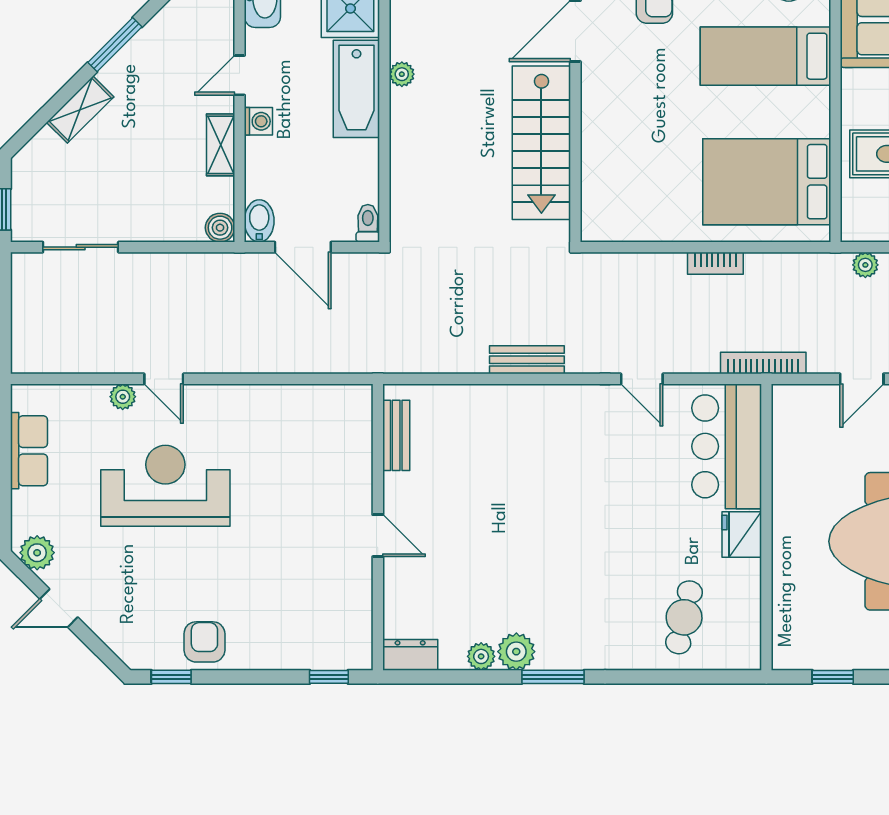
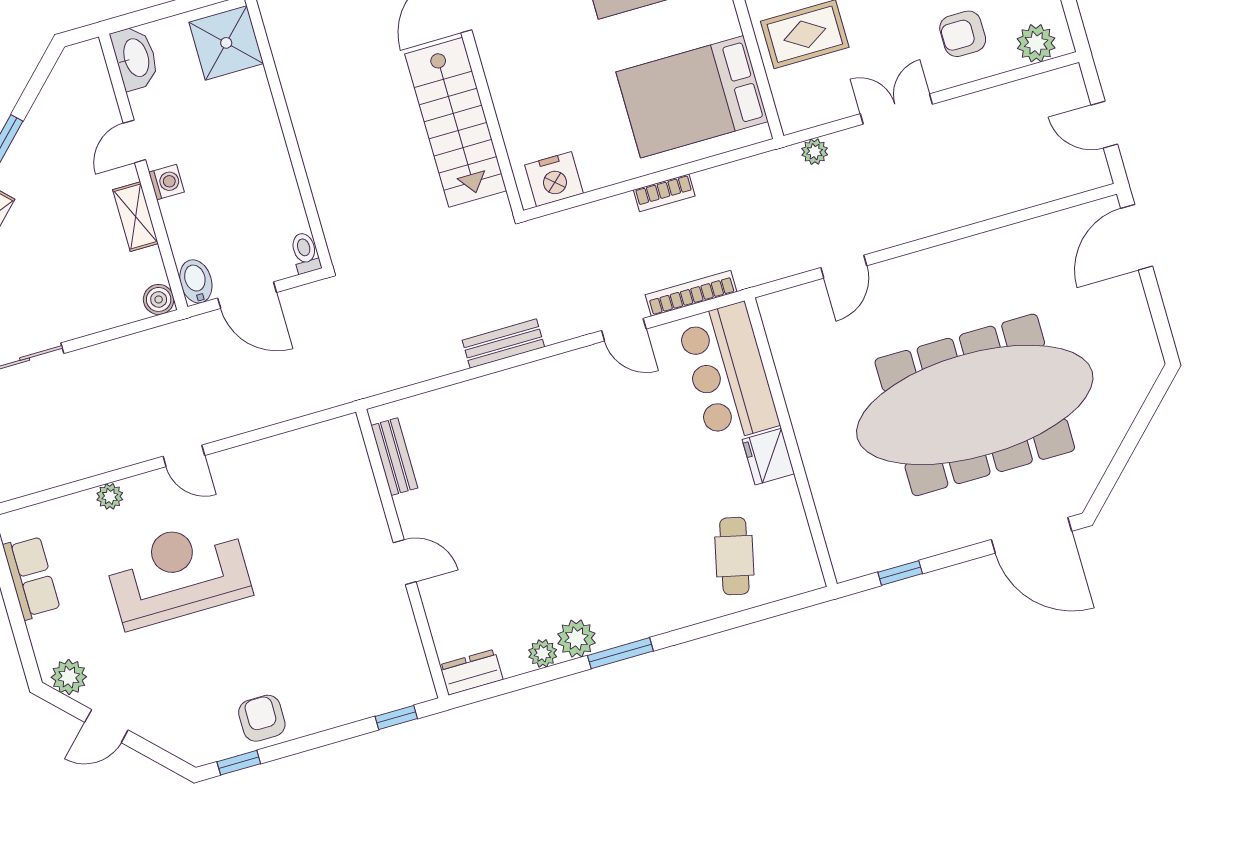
plant: (402, 74) -> (296, 94), removed
bathtub: (356, 89) -> (255, 122), removed
nightstand: (617, 221) -> (554, 179), added
bookcase: (763, 363) -> (691, 293), moved
door: (164, 379) -> (184, 456), moved

